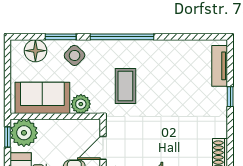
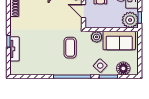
tv unit: (220, 66) -> (15, 49), moved
door: (103, 148) -> (83, 11), swing flipped

